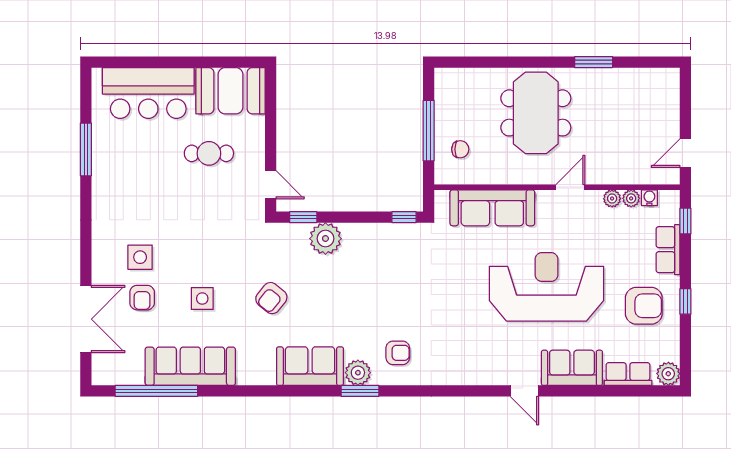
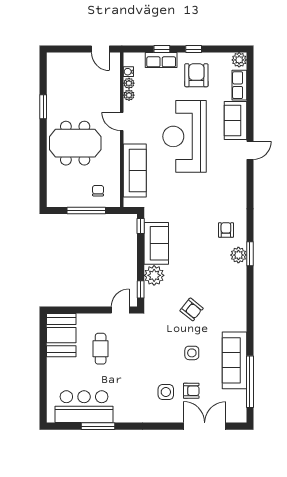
bar counter: (148, 93) -> (84, 407), moved, turned -90
window: (685, 221) -> (162, 49), moved
sofa: (310, 366) -> (156, 243), moved, turned 180

